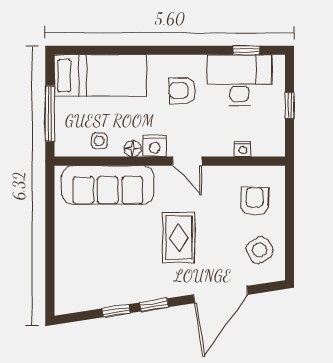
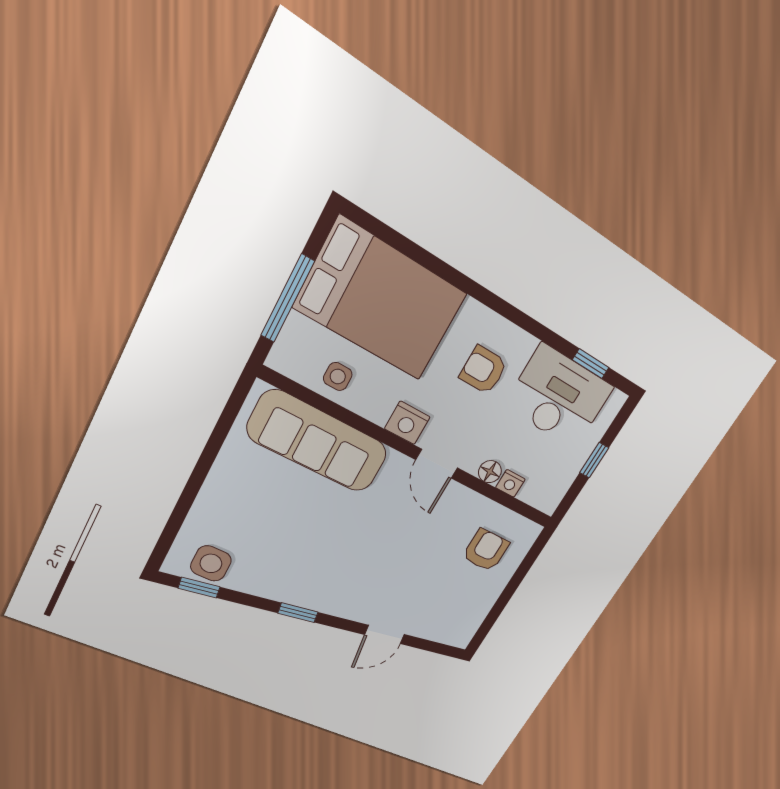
bed: (100, 75) -> (381, 300), width x1.50
floor lamp: (133, 149) -> (490, 472), moved
rug: (179, 238) -> (373, 550), removed
side table: (260, 250) -> (211, 563), moved, turned 32
door: (221, 295) -> (385, 634), width x0.53
window: (116, 311) -> (199, 588), moved

